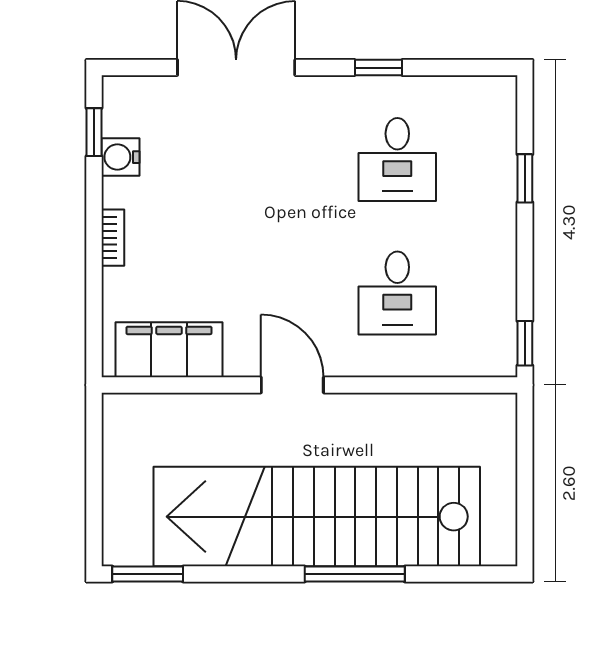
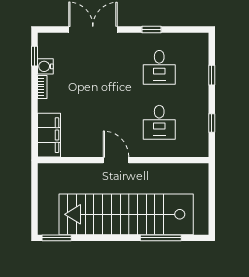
bookcase: (113, 238) -> (42, 87), moved
window: (525, 343) -> (212, 123), moved
filing cabinet: (169, 350) -> (49, 135), moved, turned 90
window: (355, 574) -> (161, 238), moved

